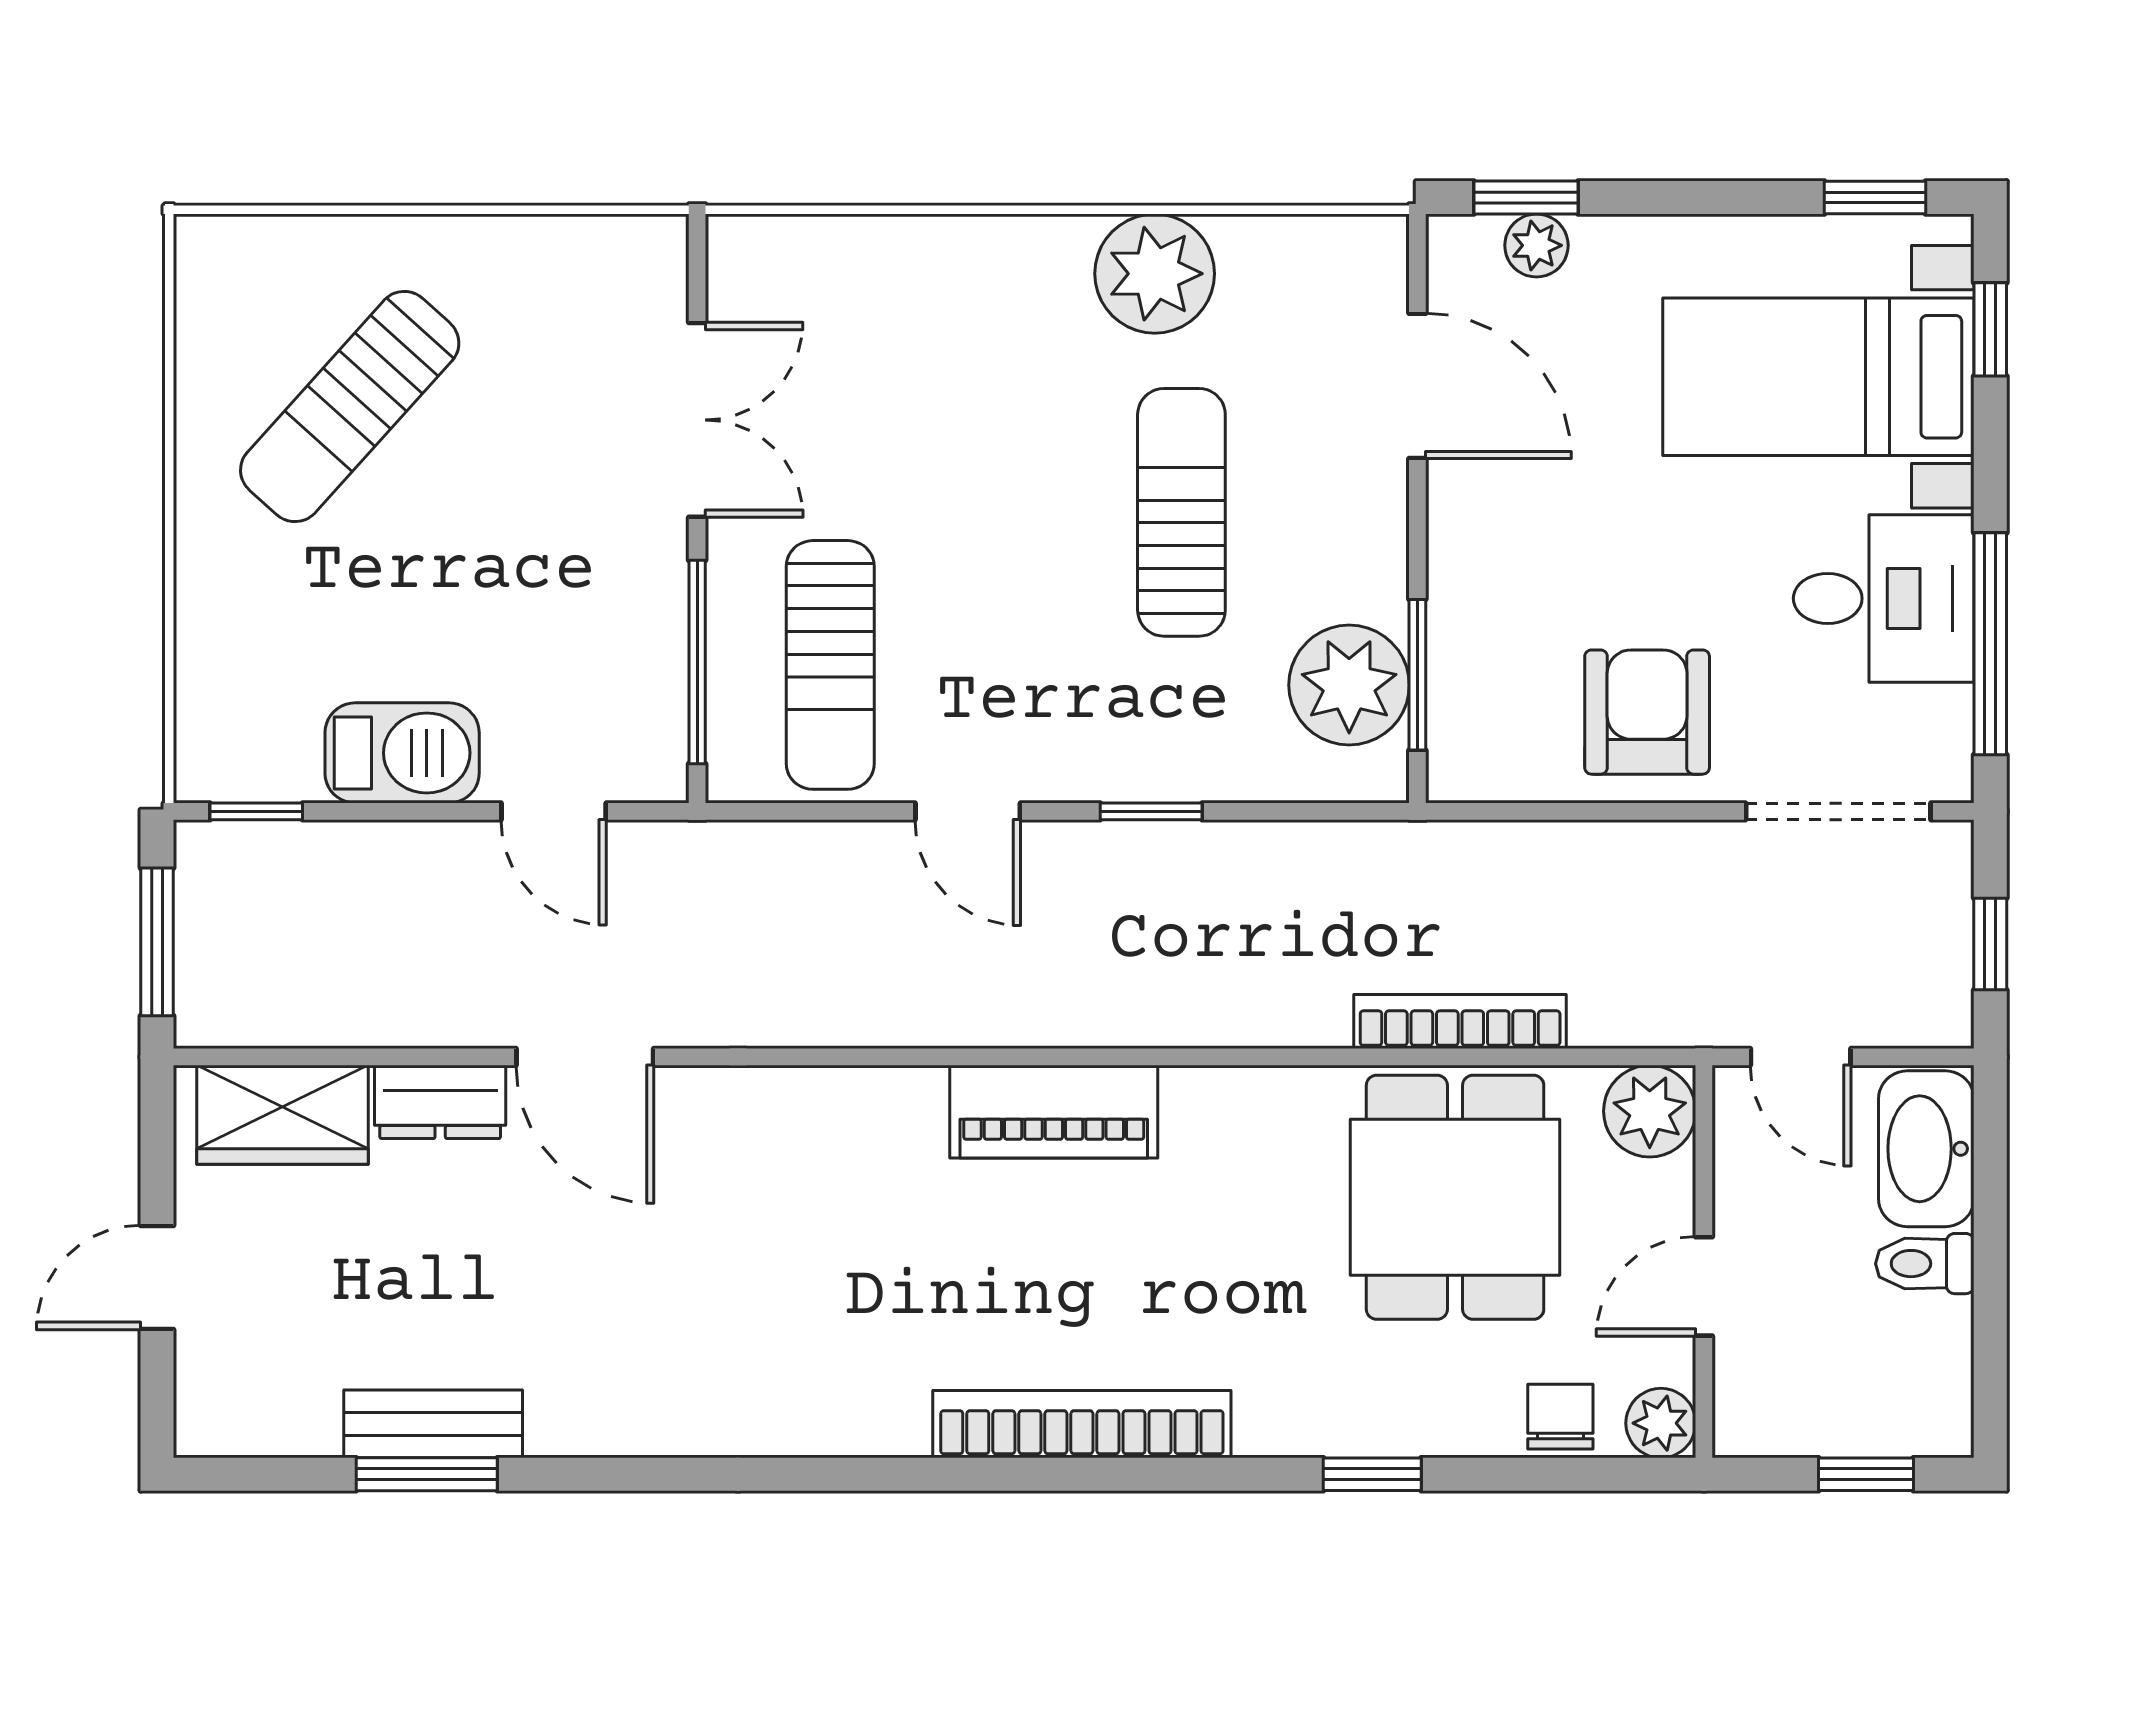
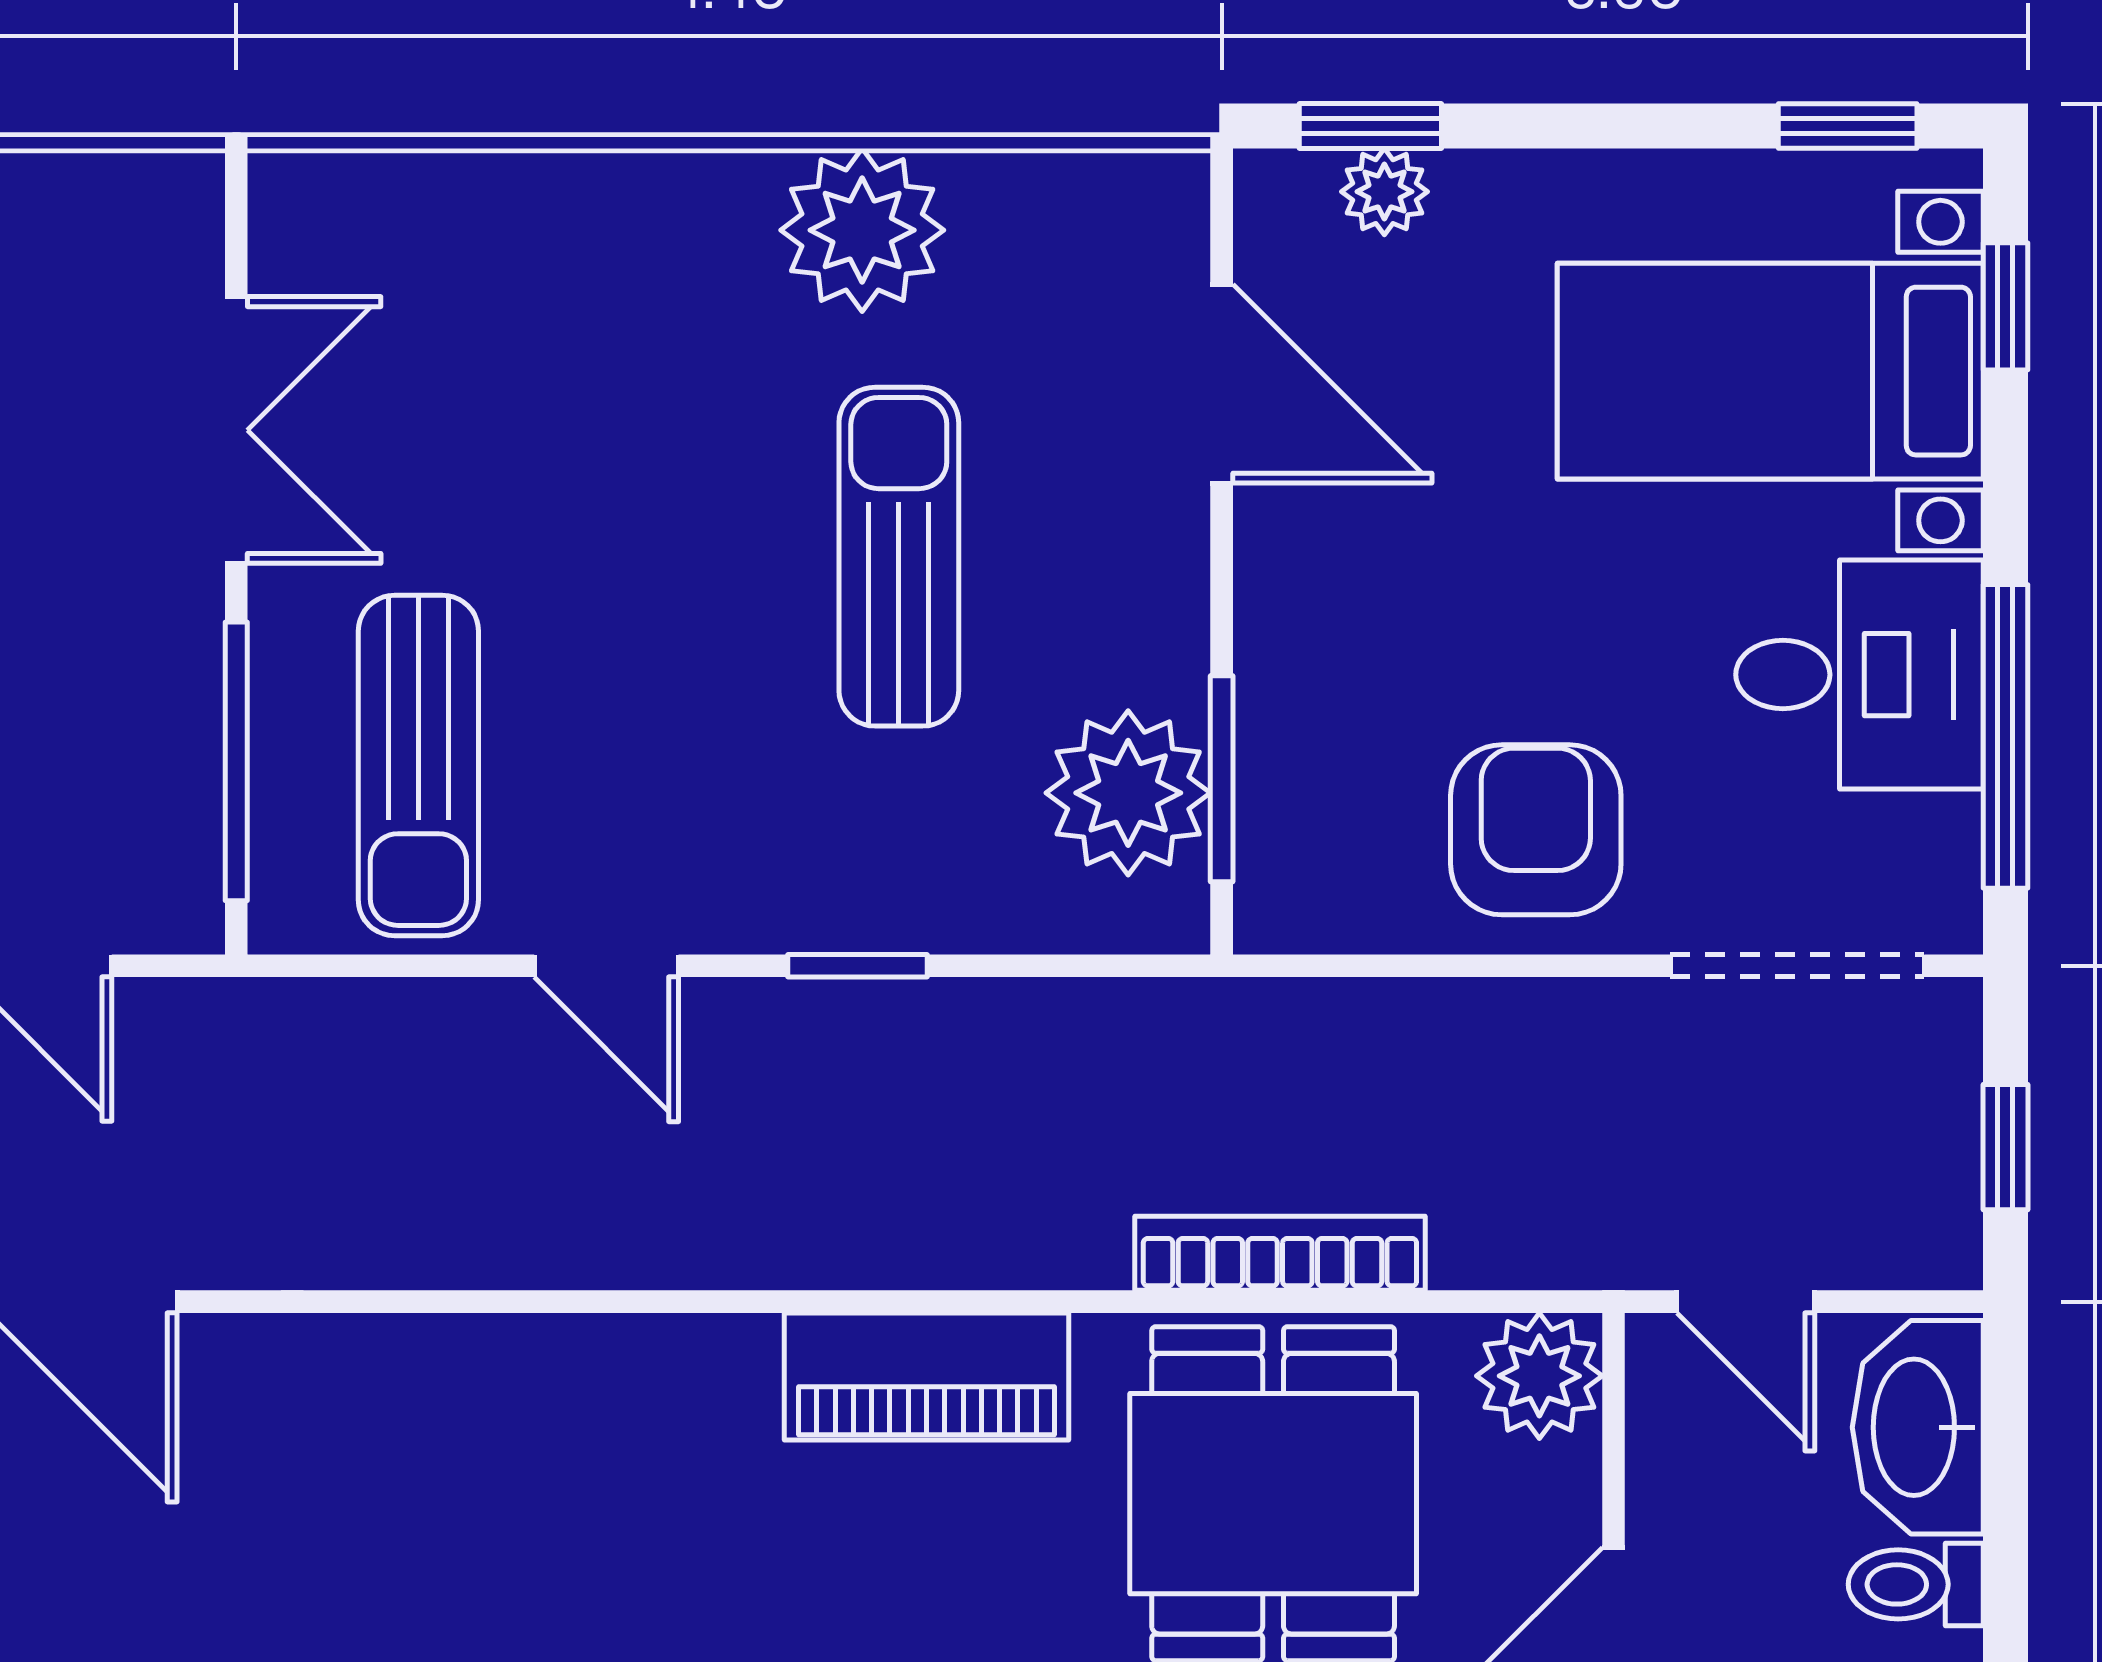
piano: (1054, 1112) -> (926, 1376), moved

